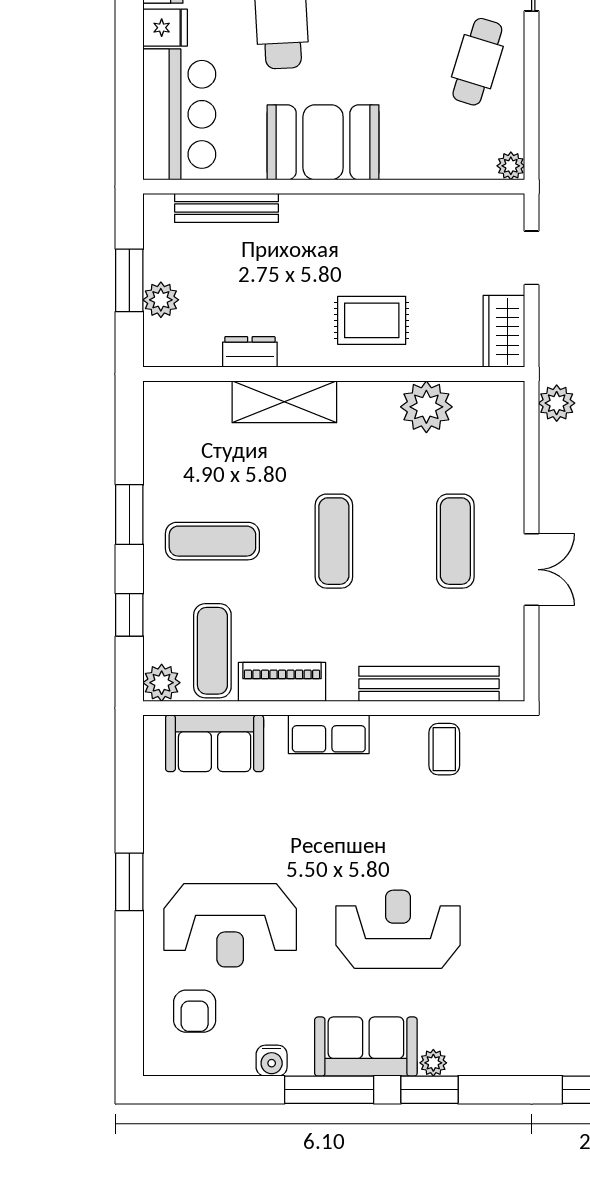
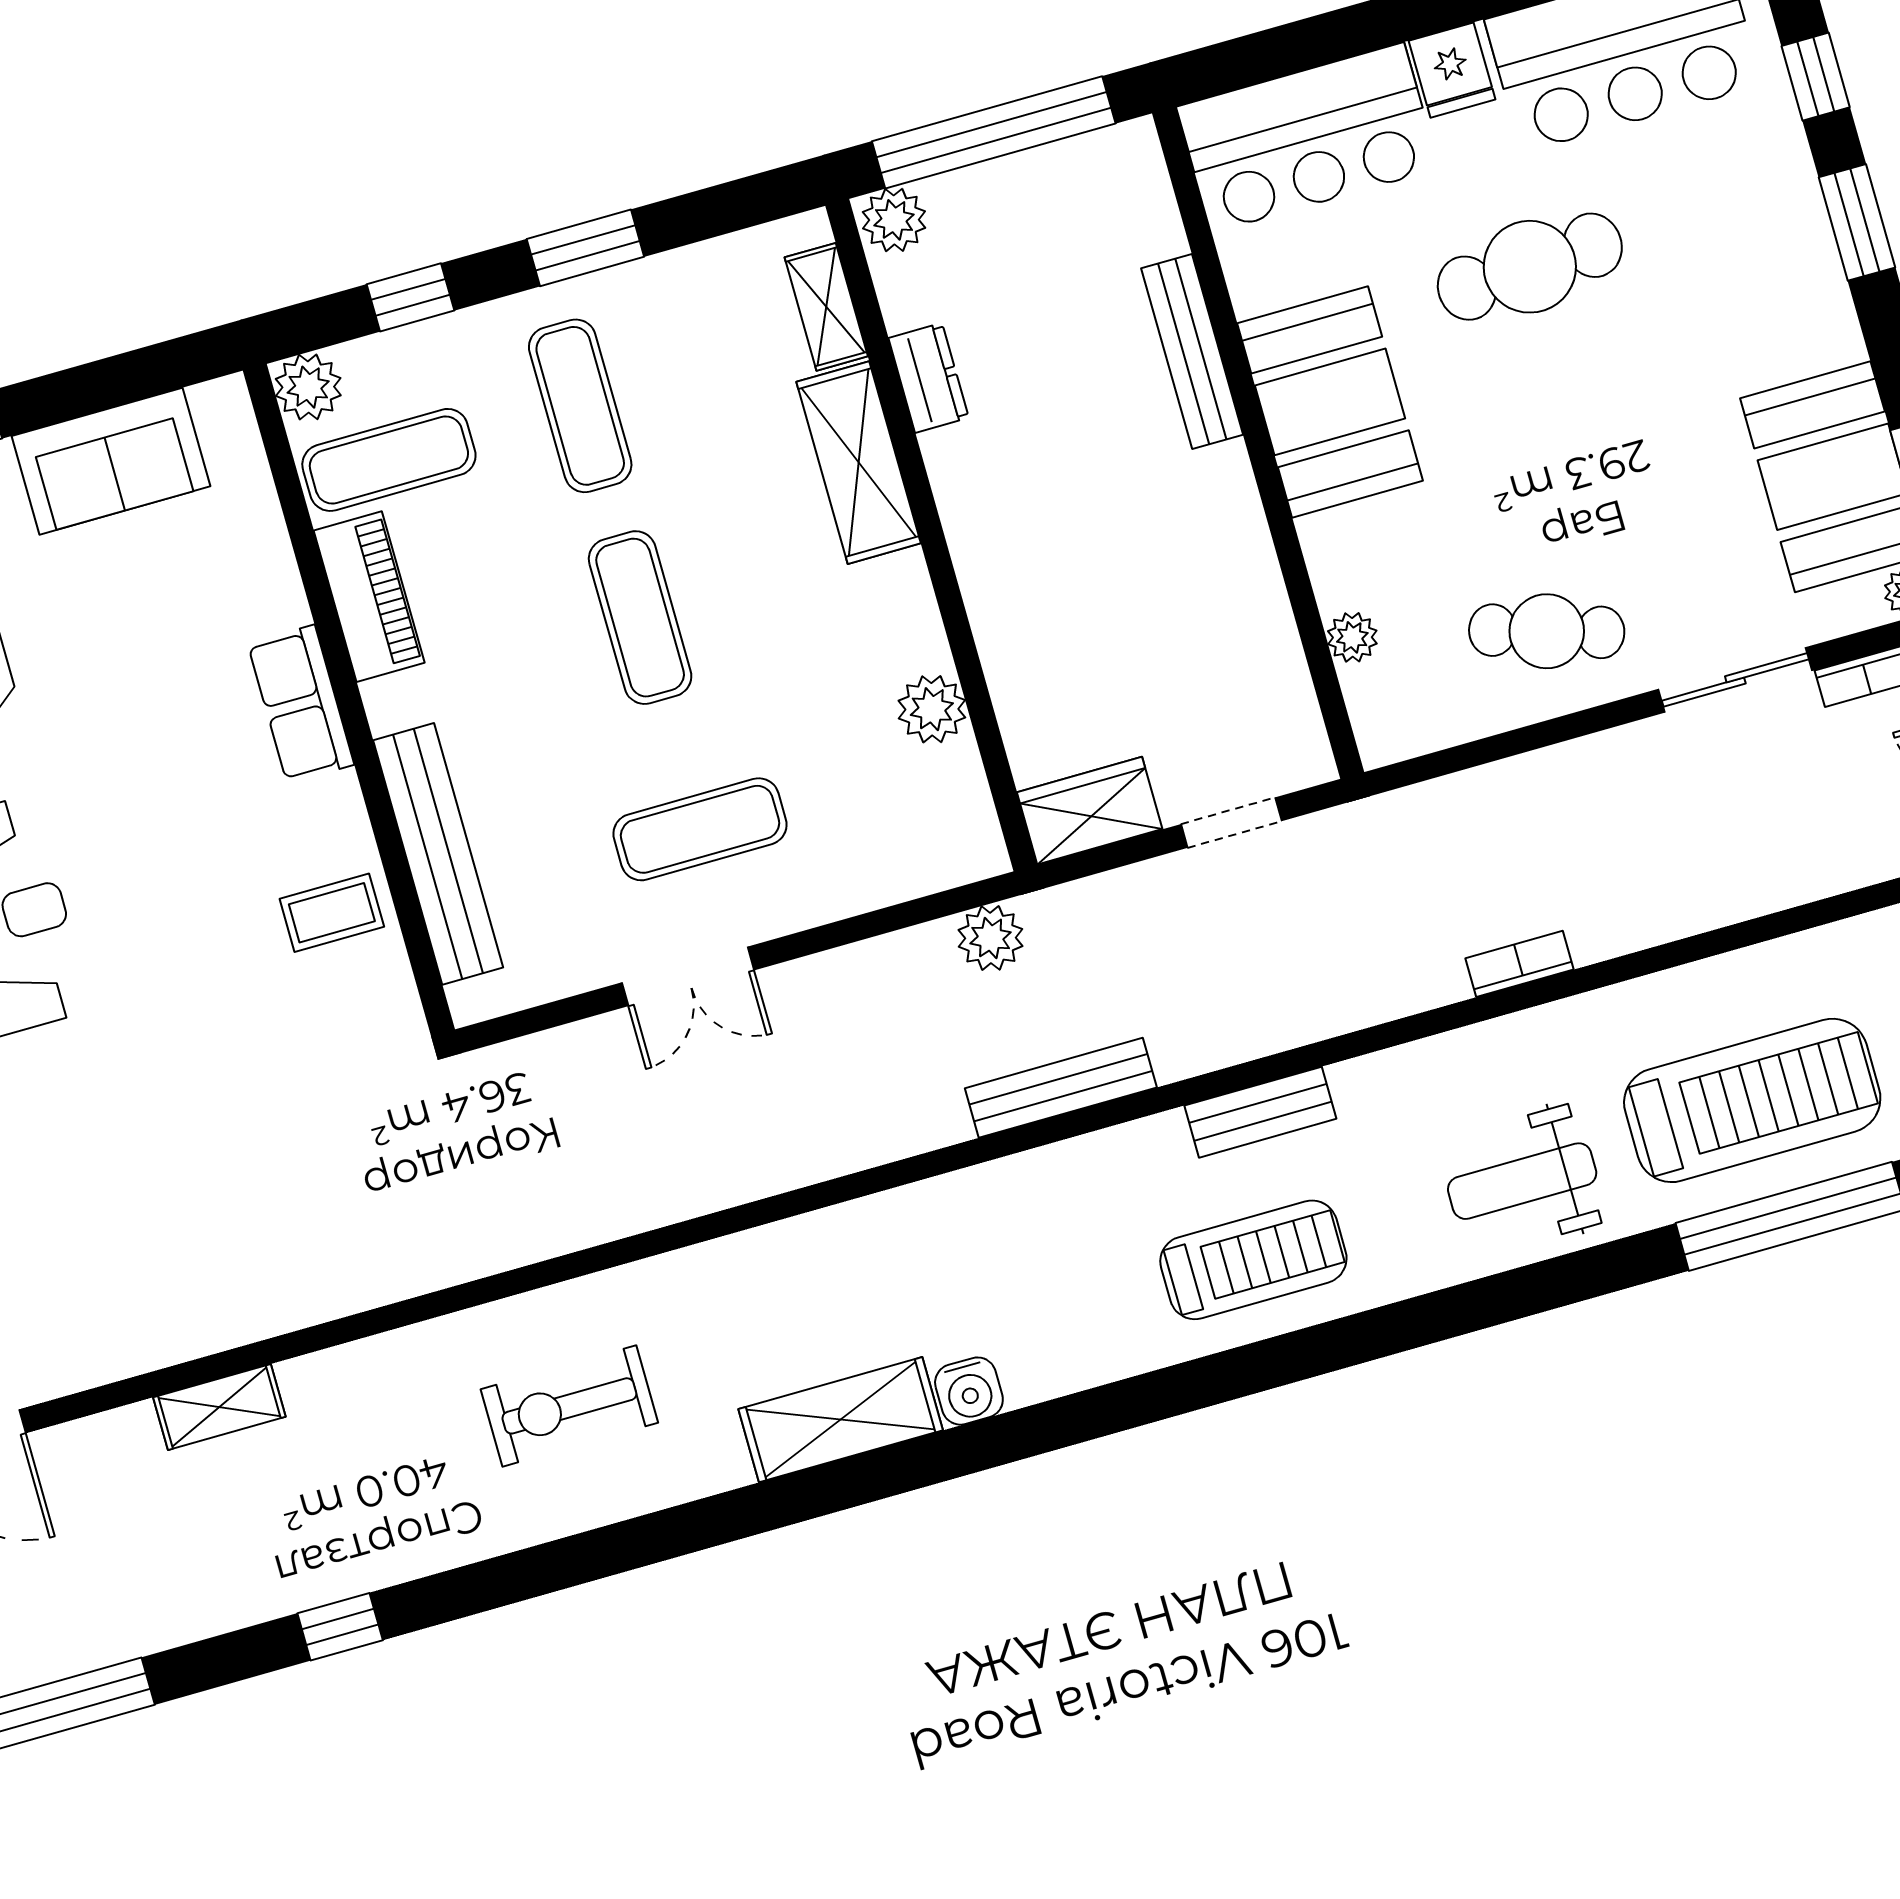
plant: (511, 166) -> (1352, 637), moved
bench: (226, 208) -> (1192, 352), moved
window: (129, 280) -> (994, 132), width x2.11
plant: (161, 300) -> (894, 220), moved
rug: (372, 320) -> (1044, 575), removed
shelving: (197, 396) -> (826, 307), added
plant: (426, 407) -> (932, 709), width x0.73, depth x0.73
exercise mat: (334, 541) -> (640, 618), turned 90
sofa: (215, 743) -> (111, 461), moved, turned -90

